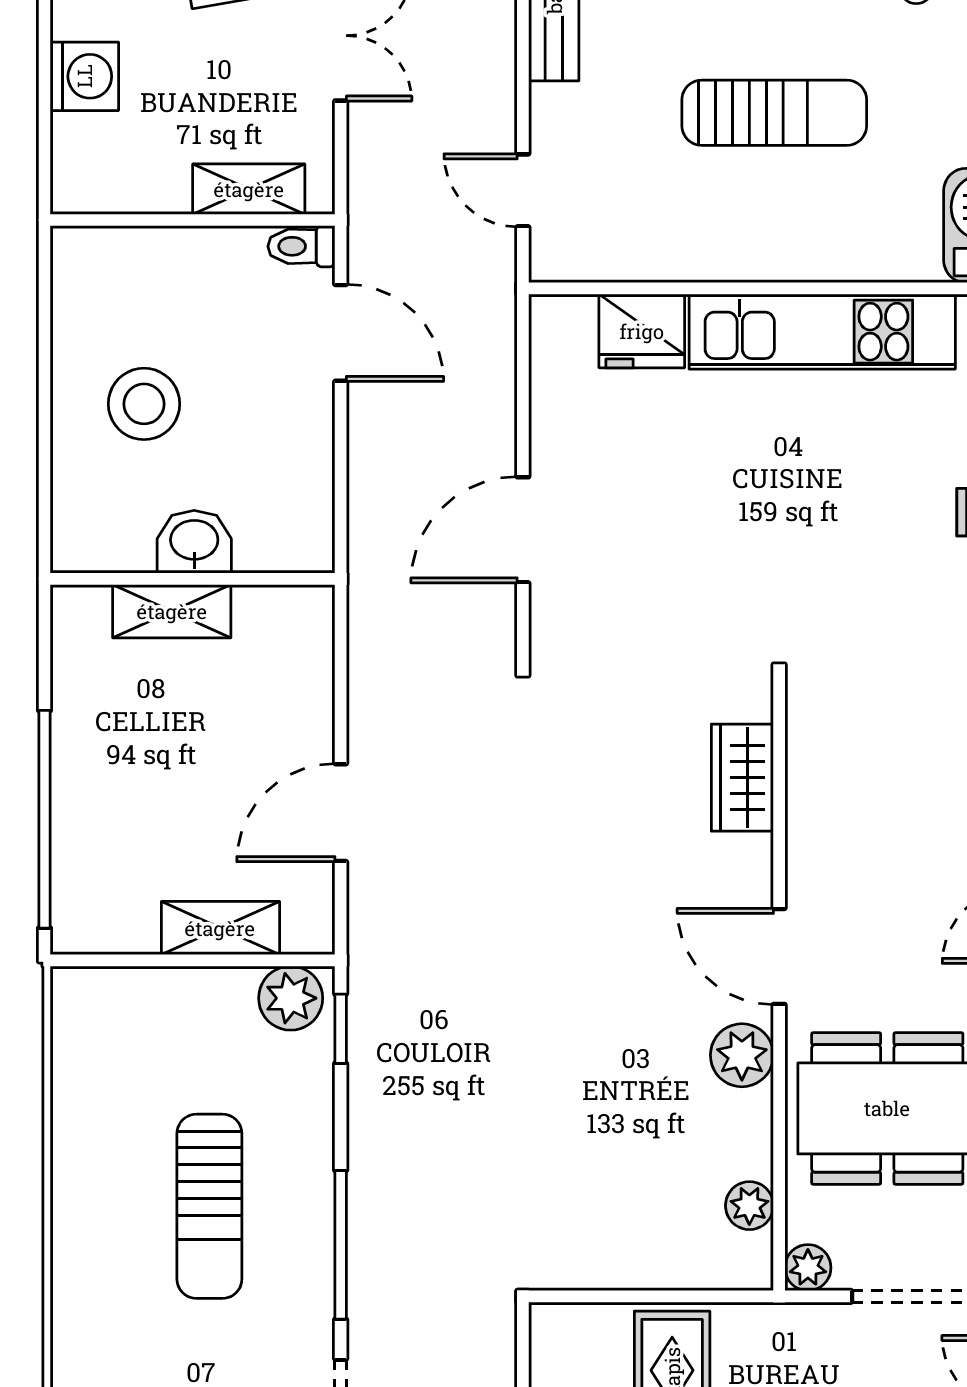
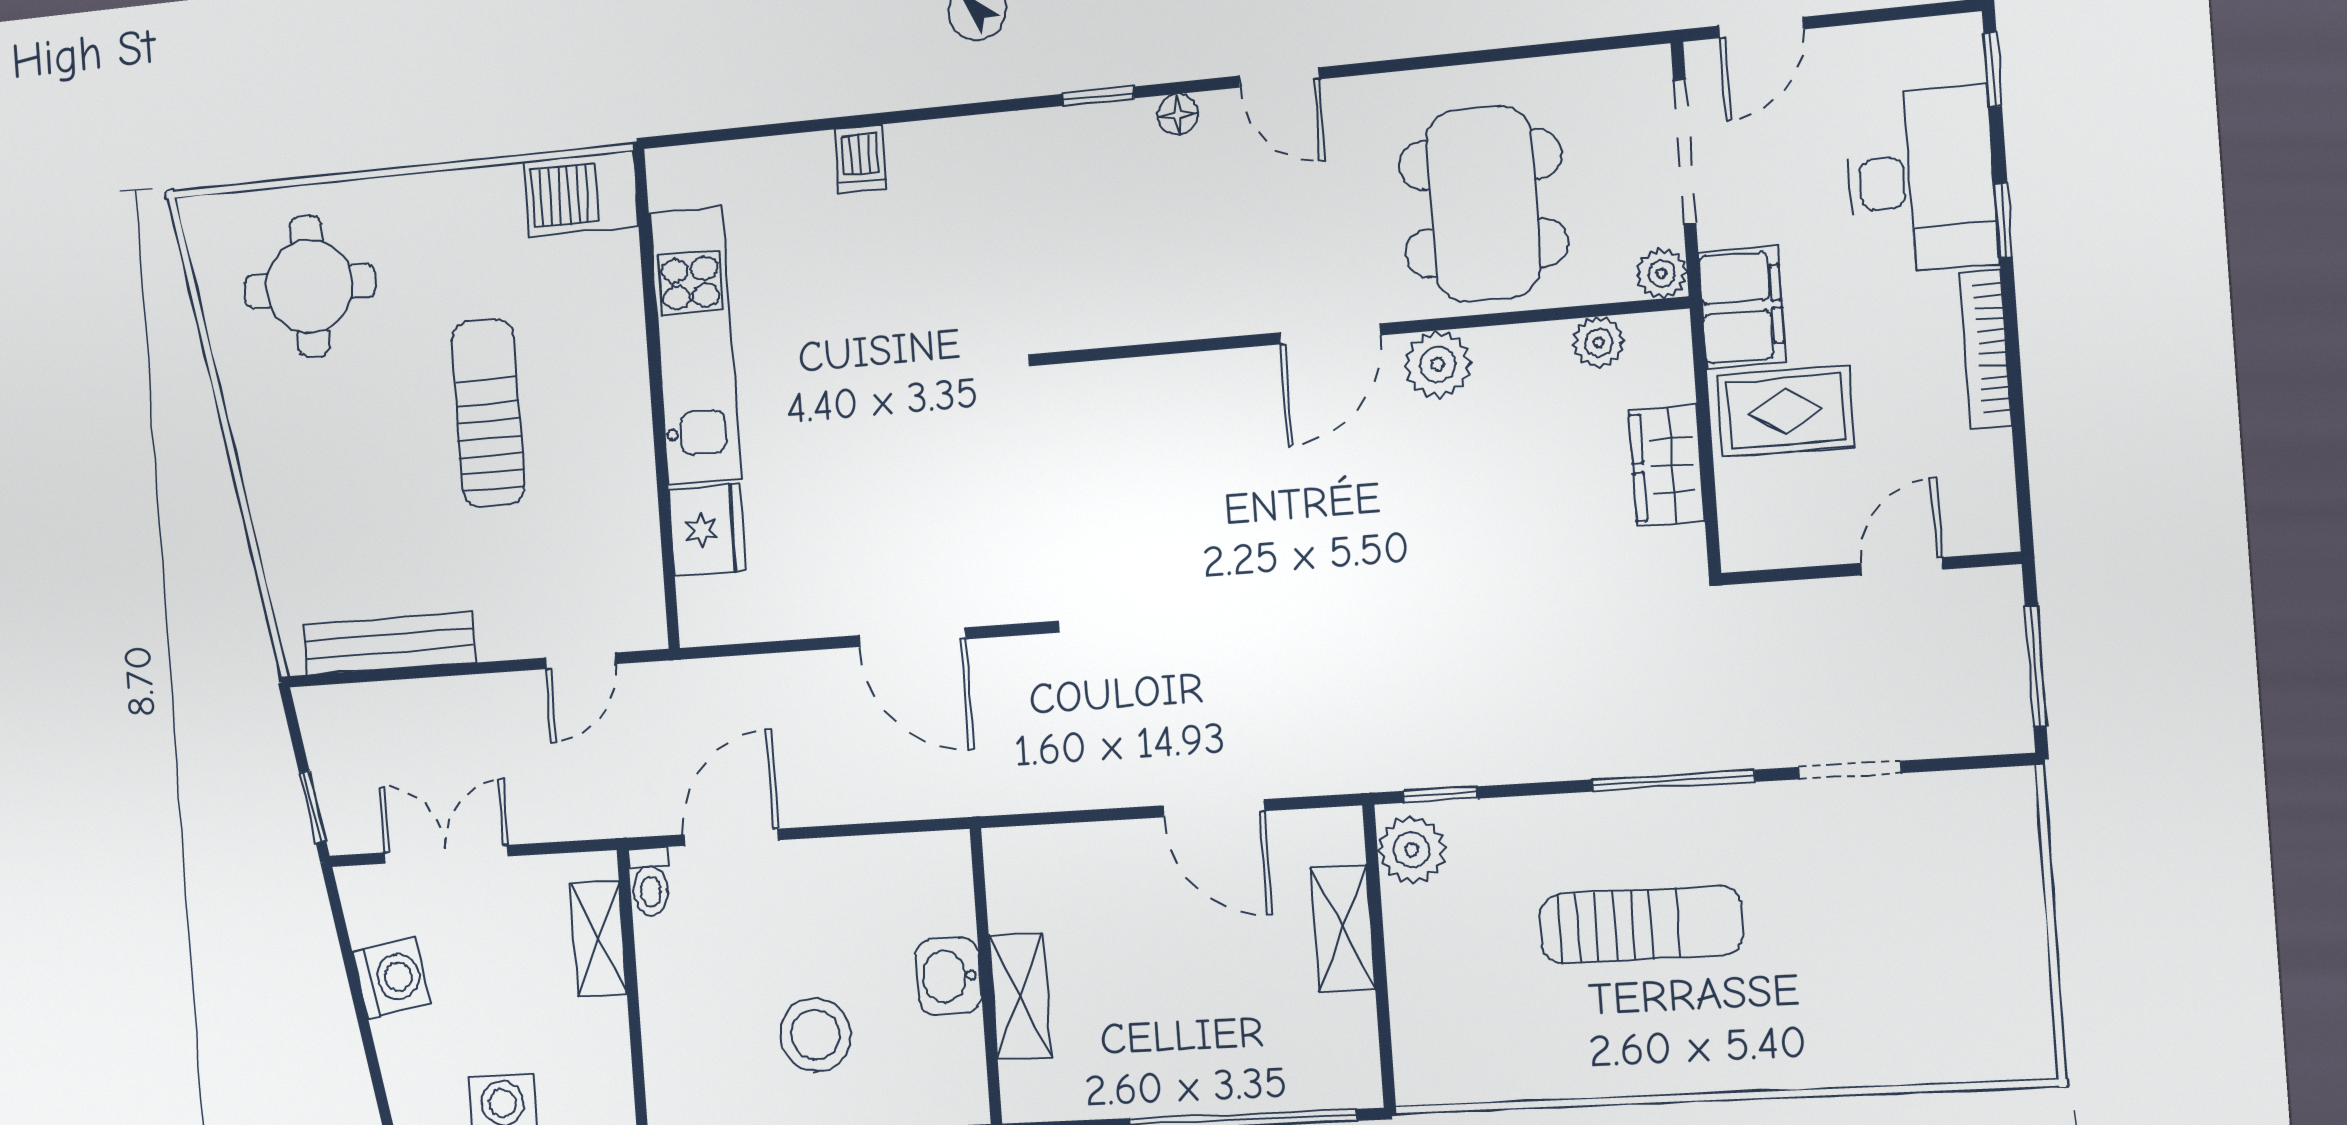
wardrobe: (742, 778) -> (1667, 466), moved, turned 90
filing cabinet: (771, 1338) -> (1742, 307), added

